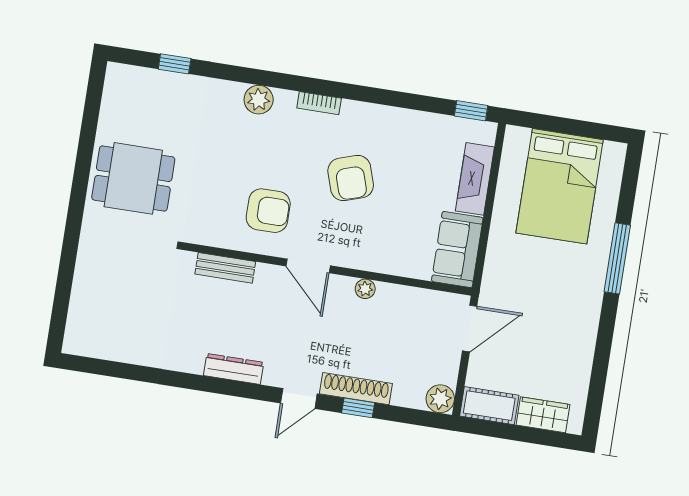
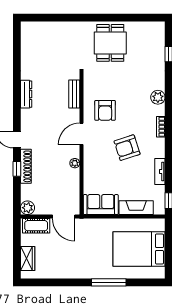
tv unit: (409, 119) -> (160, 172), added
dresser: (234, 369) -> (26, 94), moved
cot: (489, 406) -> (36, 226), moved, turned 90

